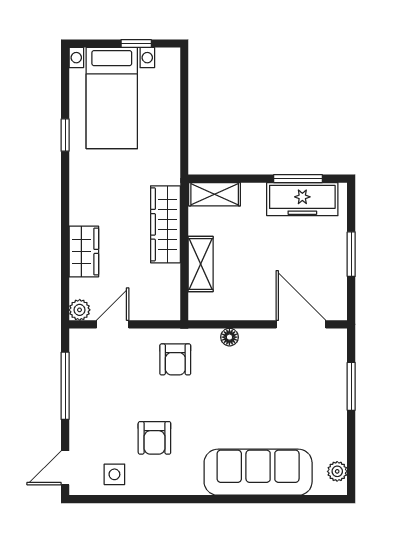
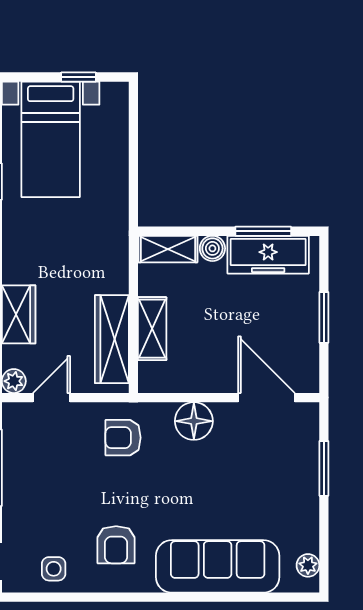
boiler: (254, 194) -> (212, 248), added
wardrobe: (165, 224) -> (112, 339), moved
floor lamp: (229, 337) -> (194, 421), width x1.89, depth x1.89
armchair: (175, 359) -> (123, 438), turned 90
armchair: (154, 438) -> (116, 545), moved

